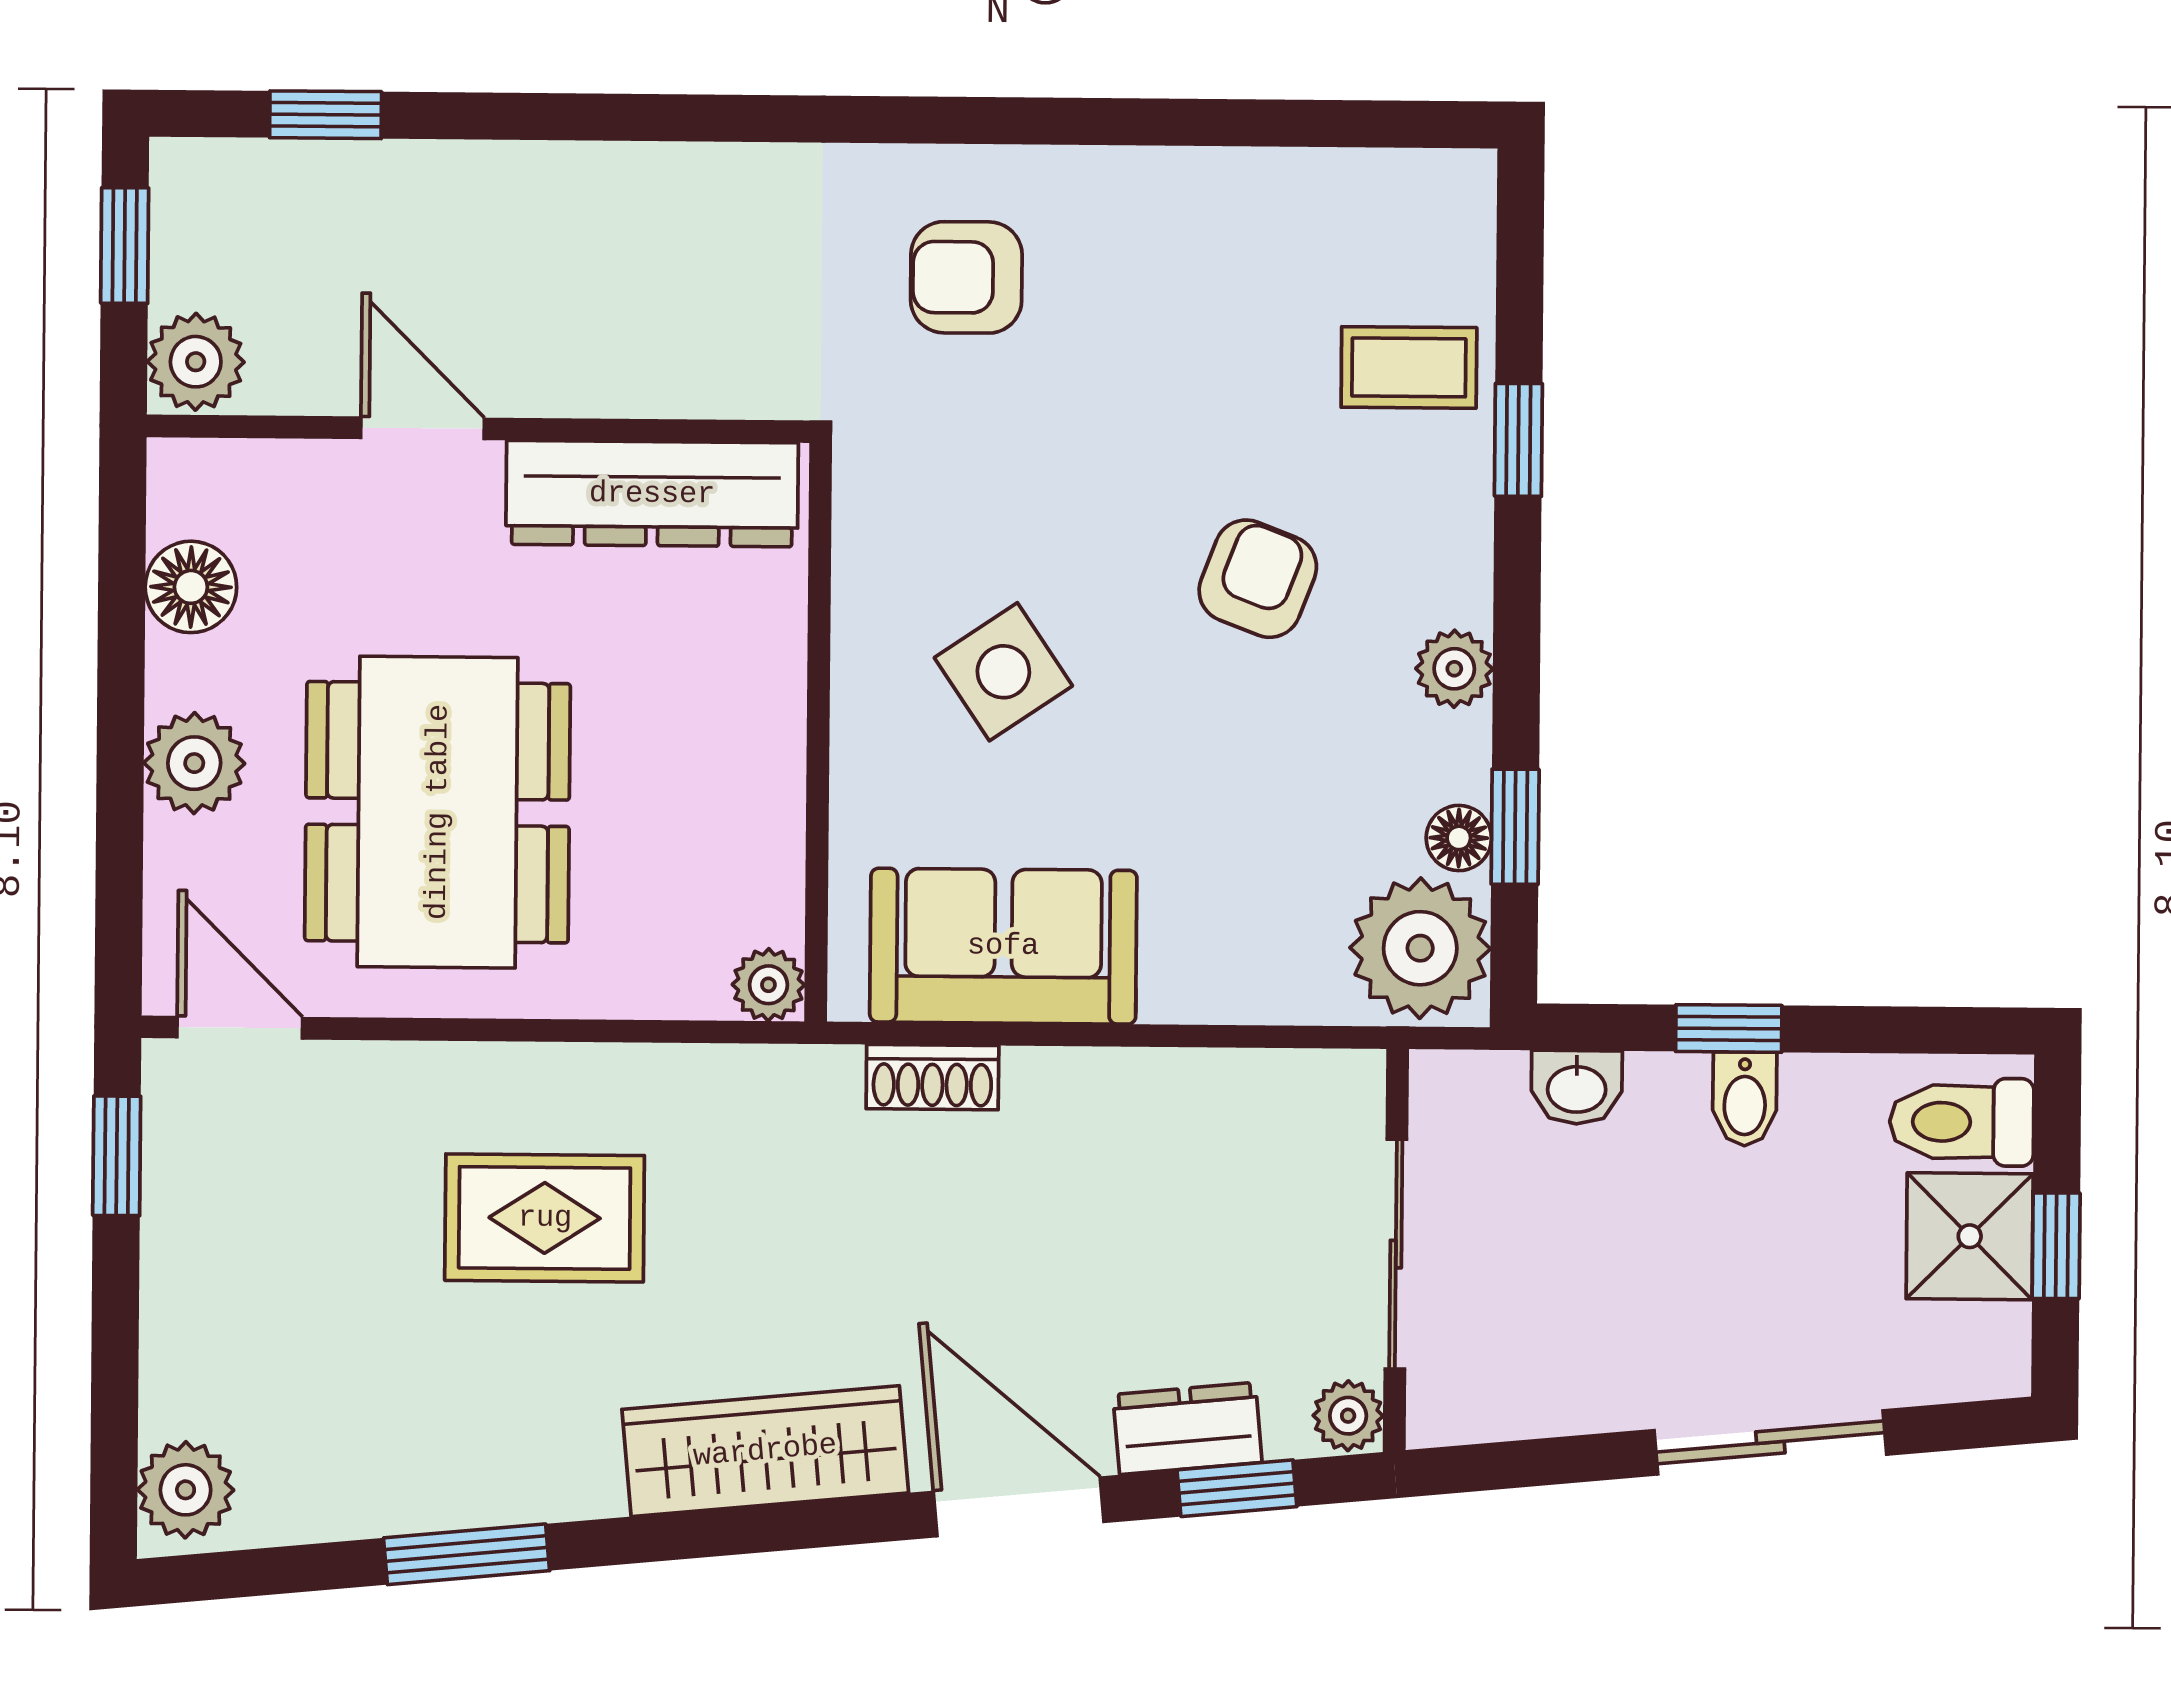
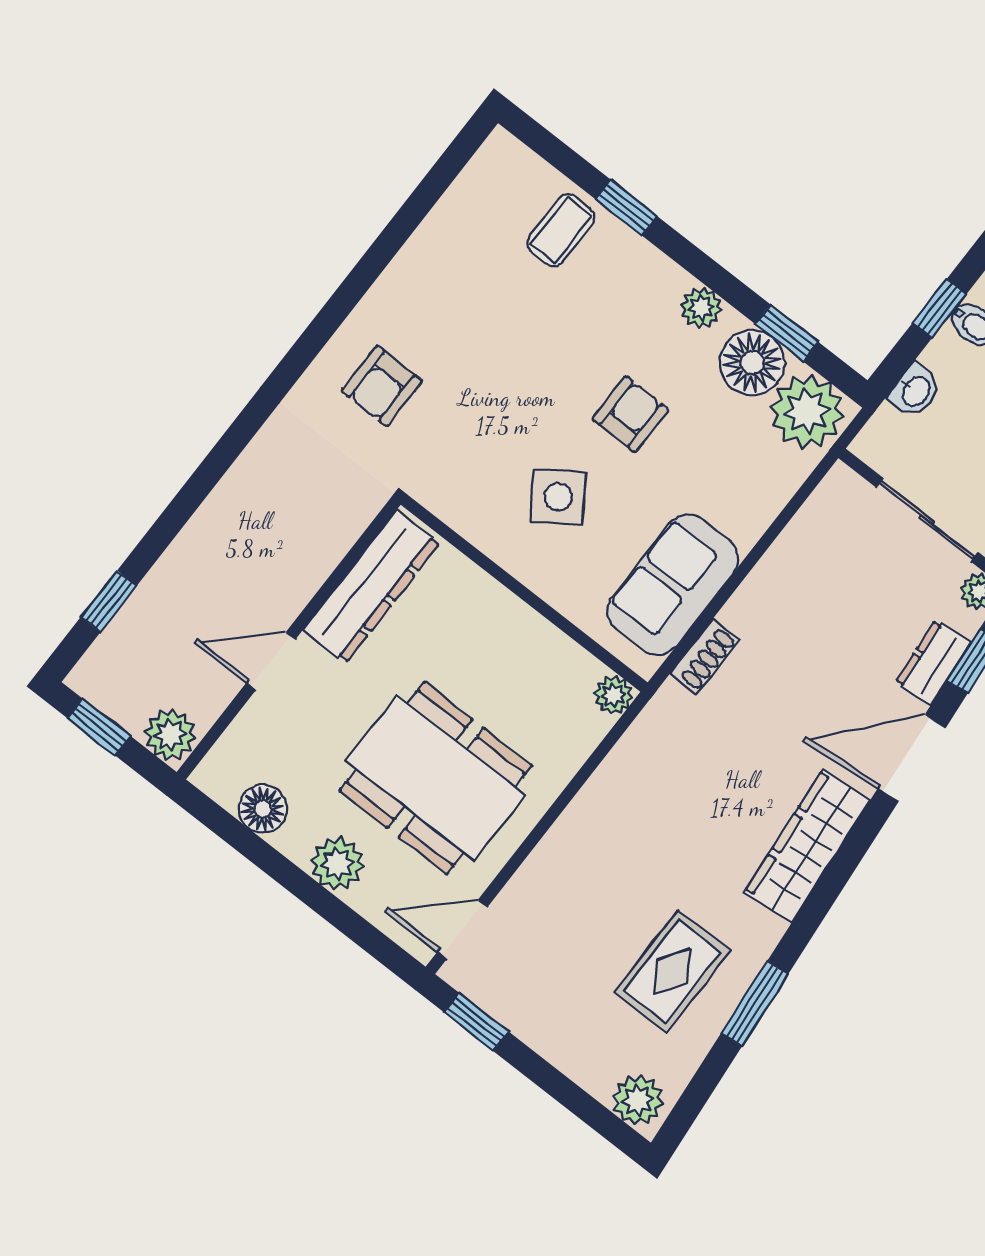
armchair: (1258, 579) -> (631, 414), moved, turned 69
floor lamp: (1459, 838) -> (752, 363), width x1.89, depth x1.89
rug: (545, 1218) -> (672, 971), moved

